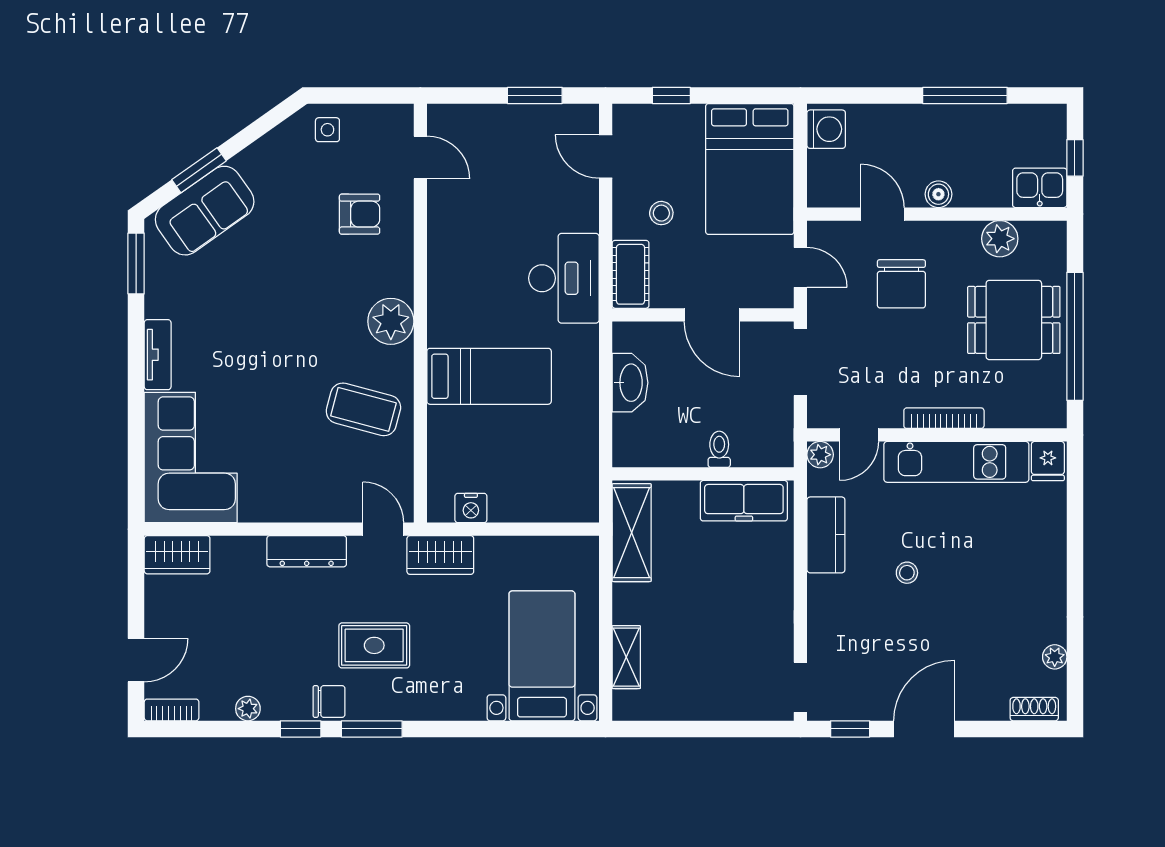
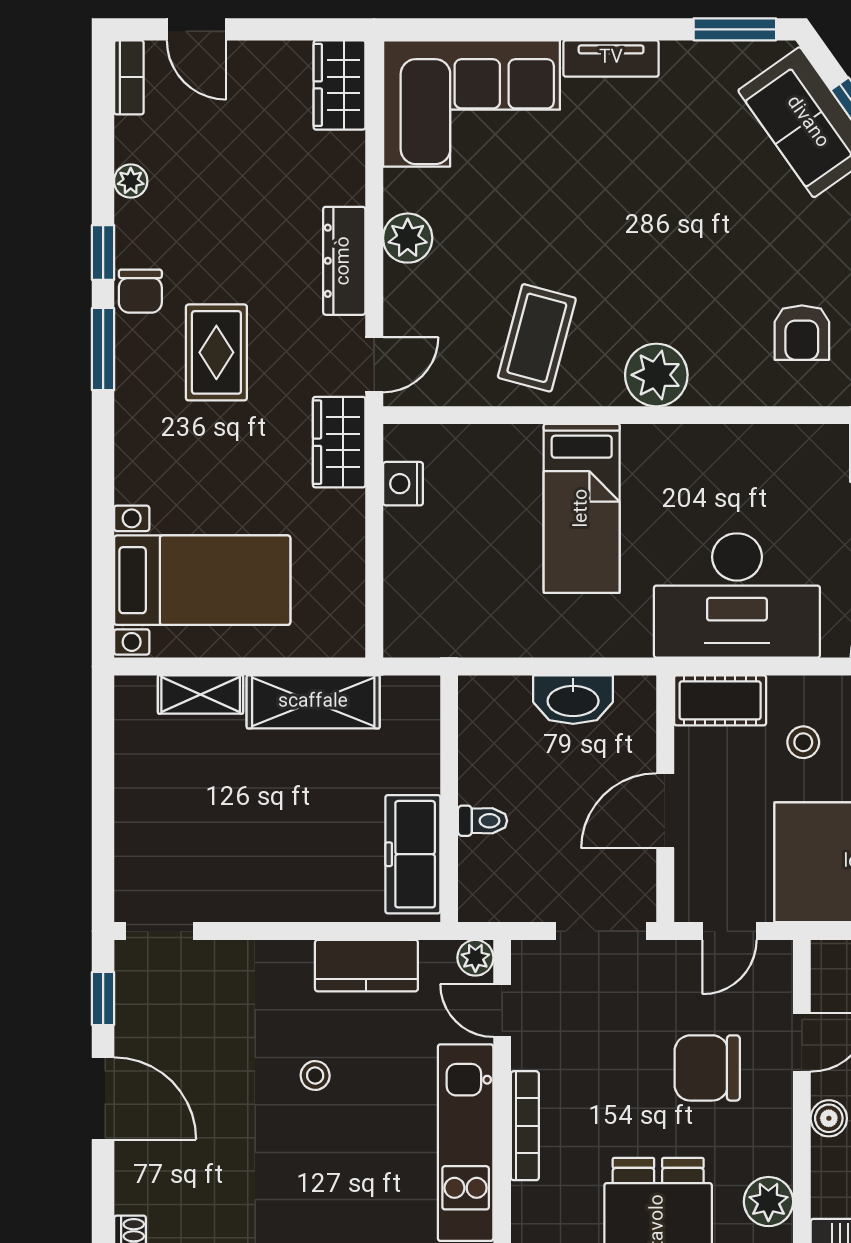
desk: (564, 278) -> (737, 595), width x1.36, depth x1.30
plant: (290, 505) -> (408, 238), added
shelving: (632, 533) -> (313, 702), moved

